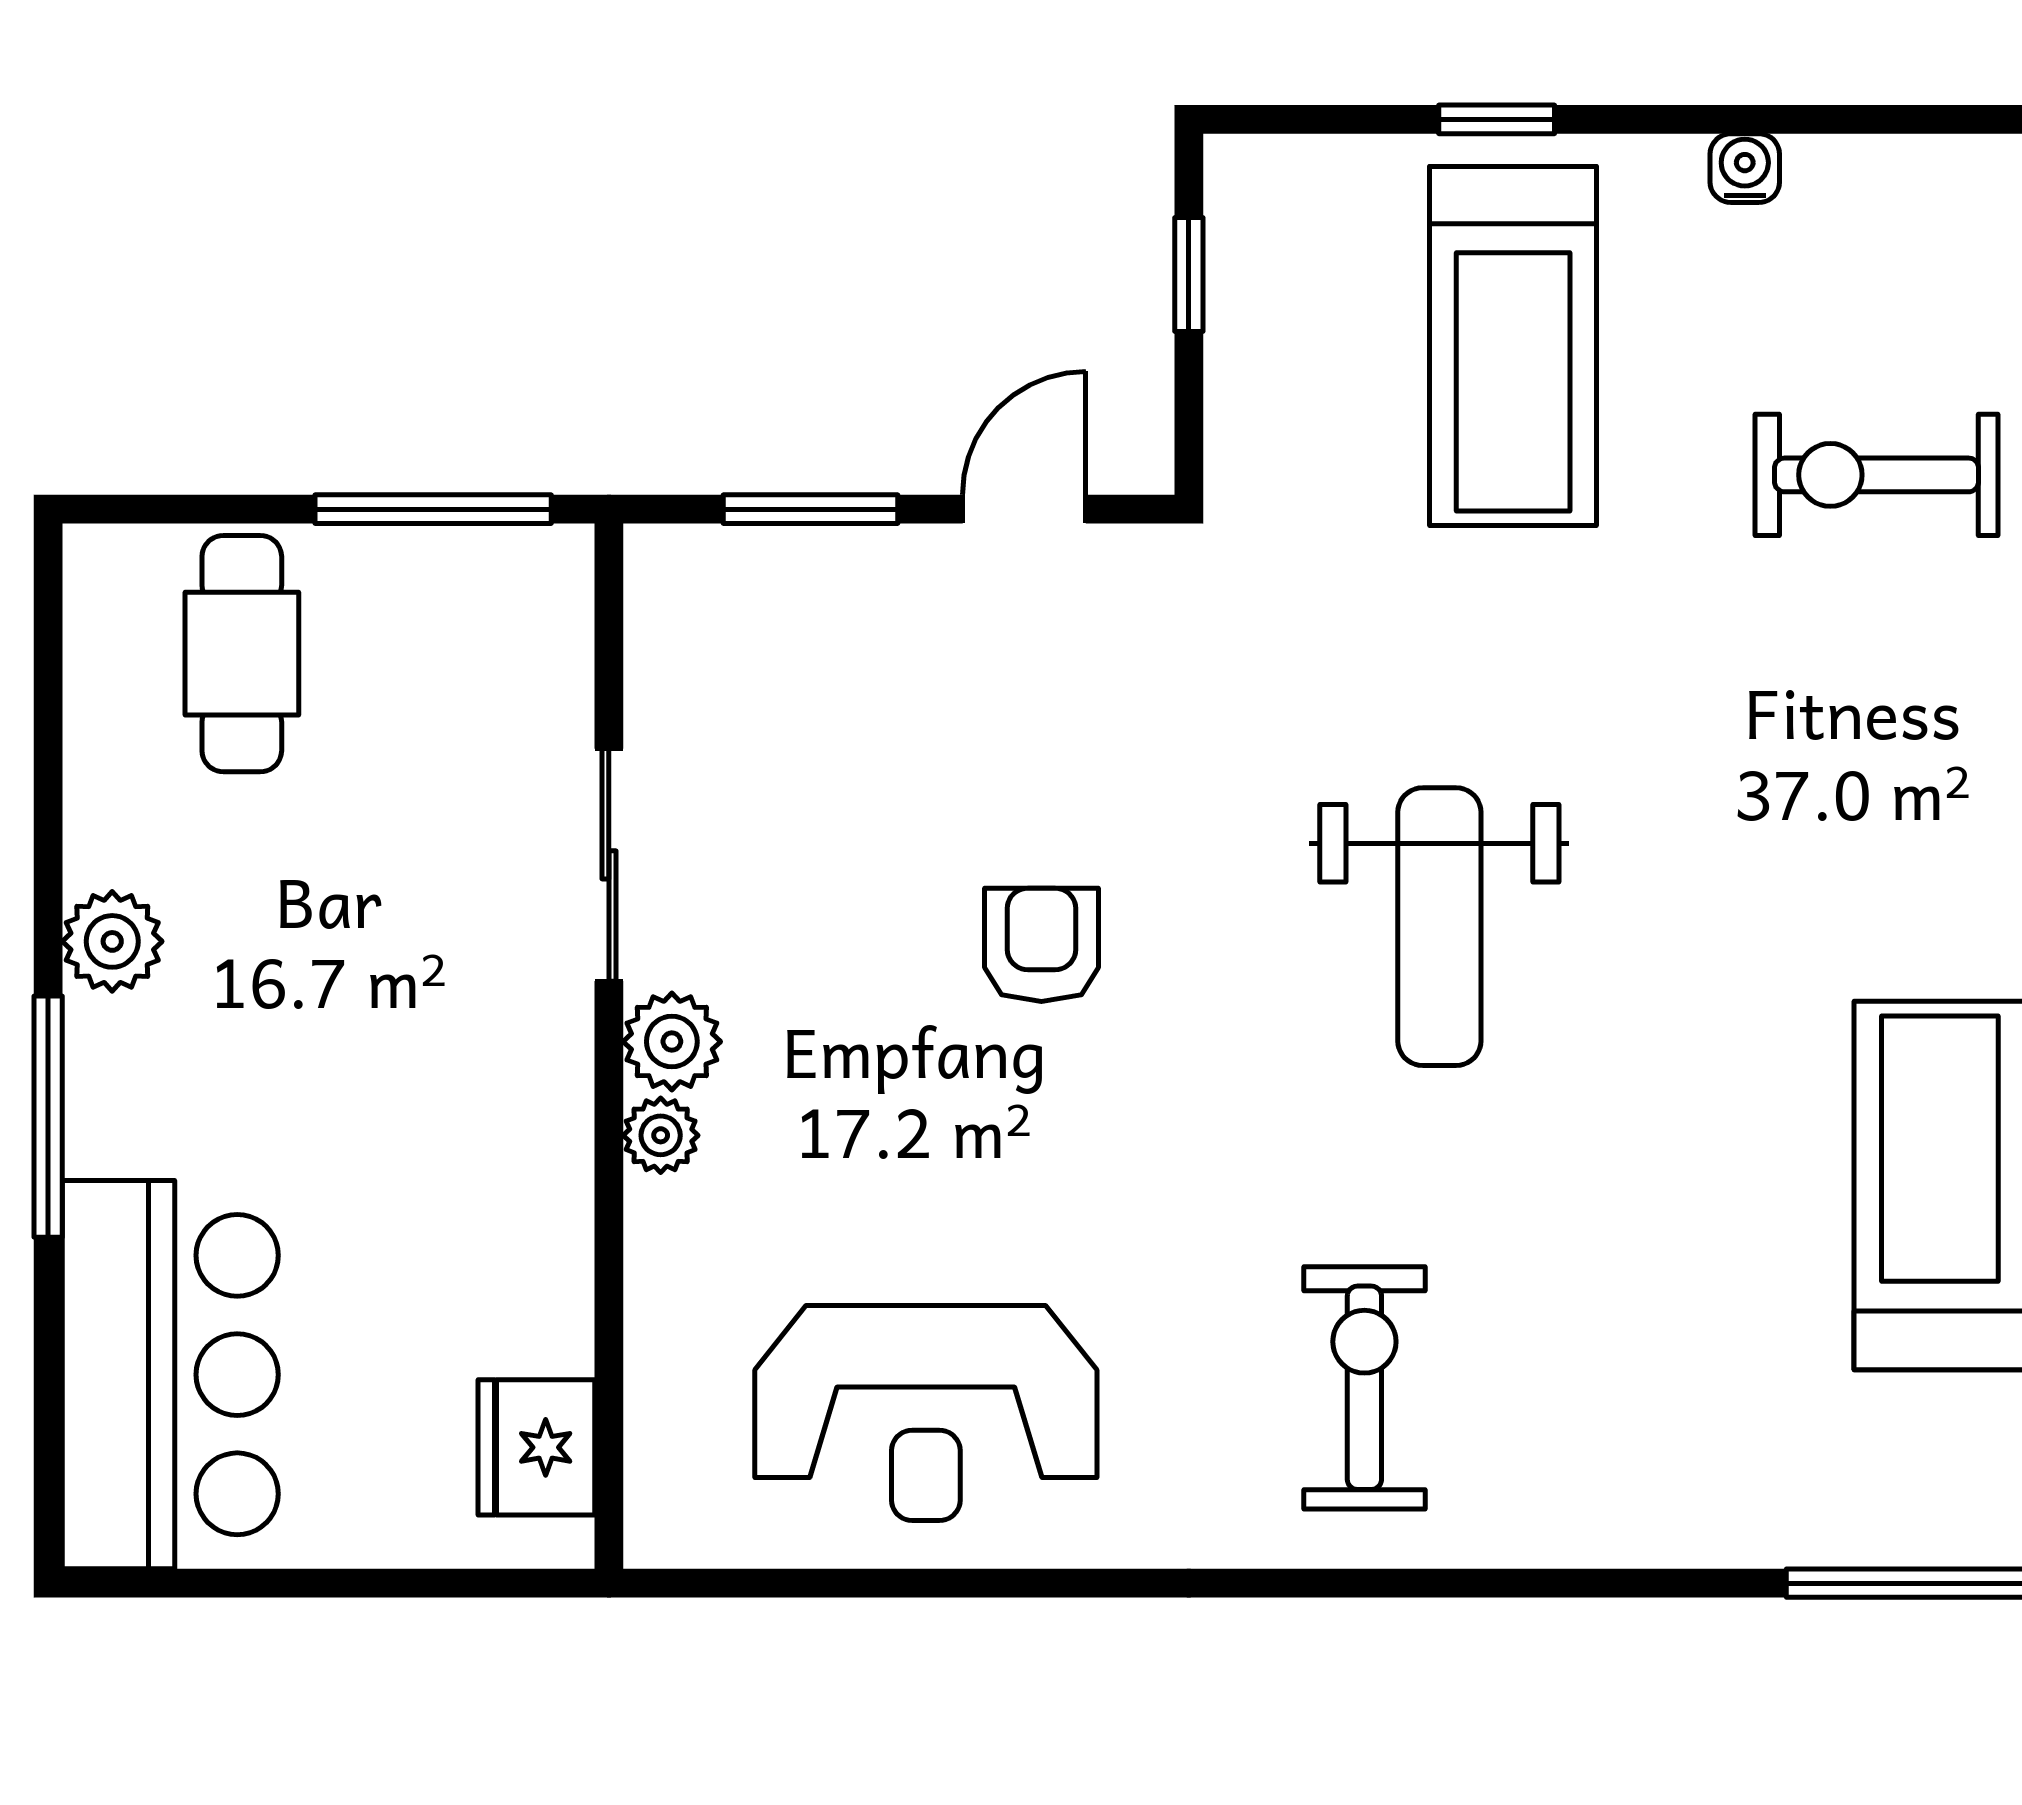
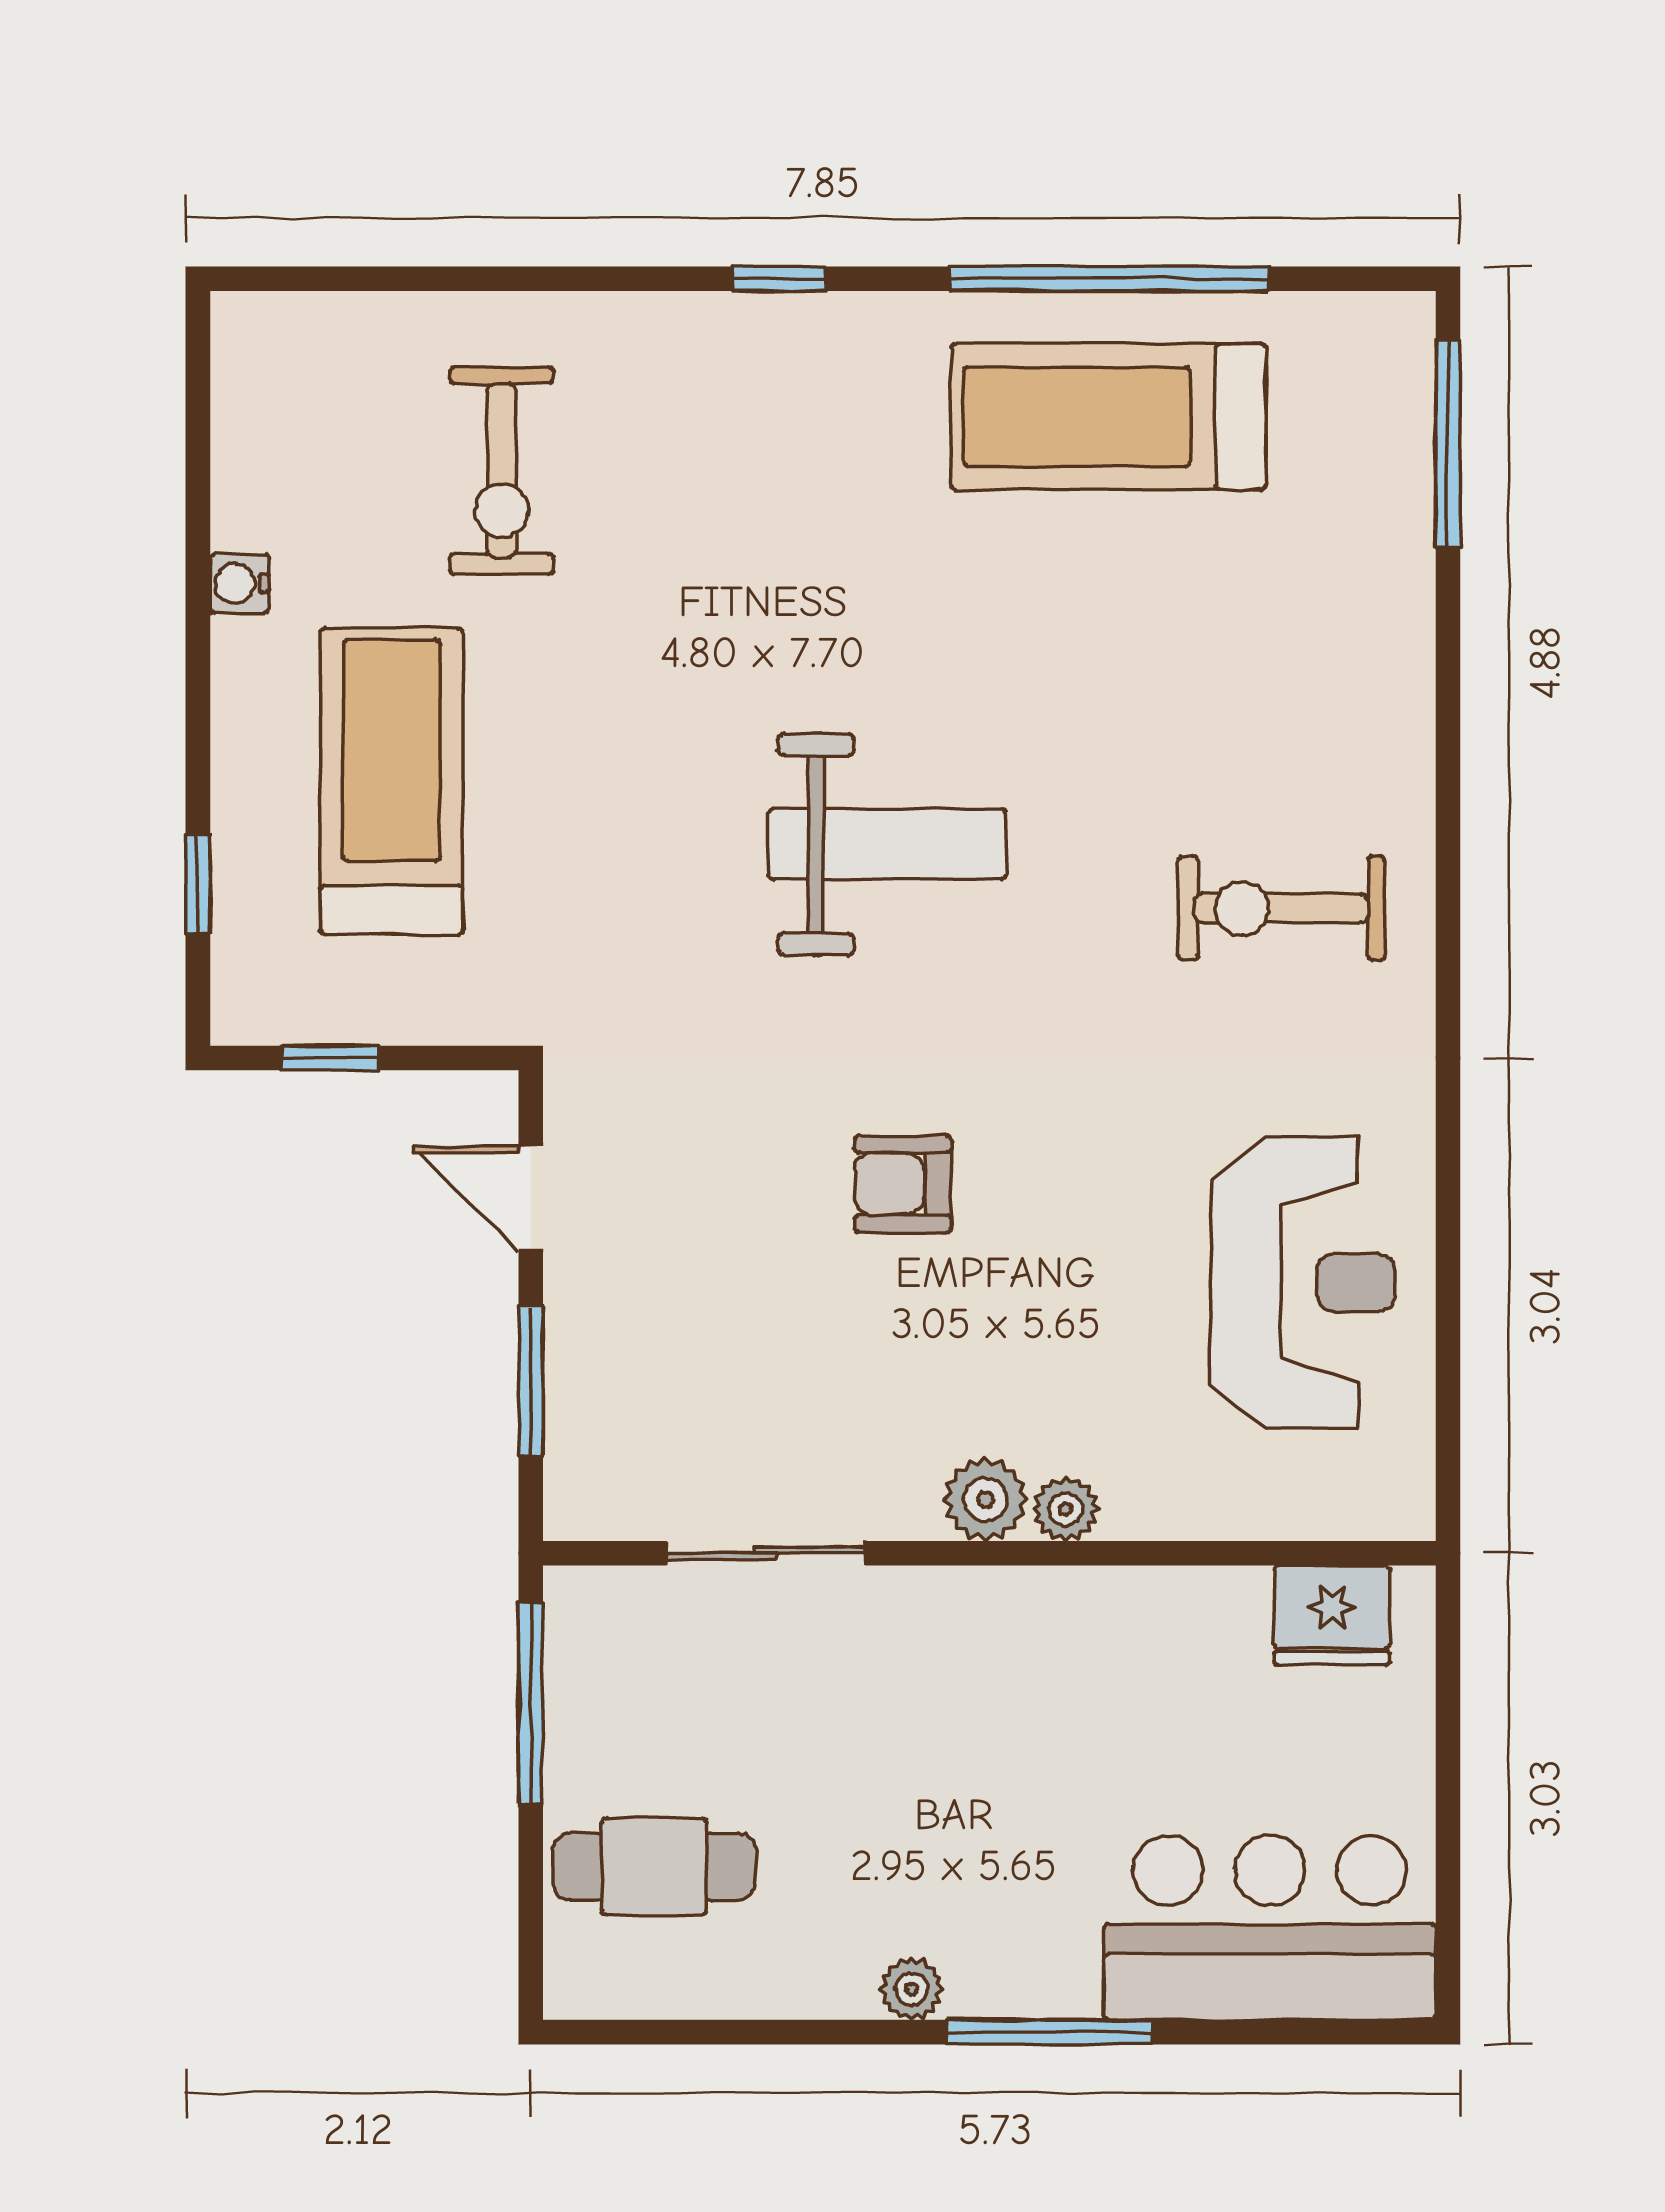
window: (1497, 119) -> (198, 884), moved
treadmill: (1513, 346) -> (392, 781), turned -90
sliding door: (609, 865) -> (766, 1553), moved
plant: (112, 941) -> (912, 1989), width x0.73, depth x0.73

